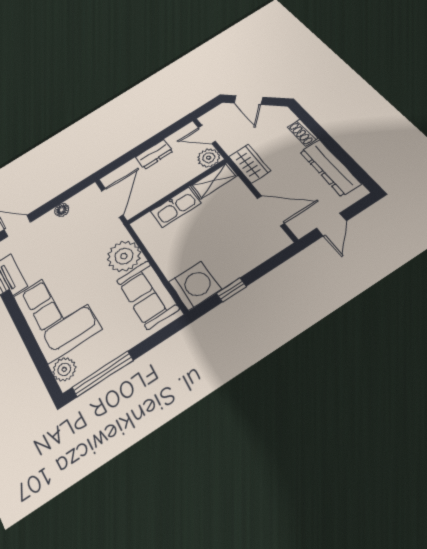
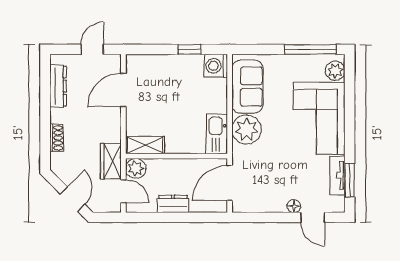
wardrobe: (250, 164) -> (111, 161), moved
dresser: (330, 168) -> (58, 86), width x0.73, depth x0.80
kitchen sink: (176, 207) -> (217, 134), moved, turned -90
floor lamp: (62, 210) -> (294, 206), moved
door: (271, 211) -> (123, 90), hinge flipped
washing machine: (195, 286) -> (216, 66), width x0.73, depth x0.73

